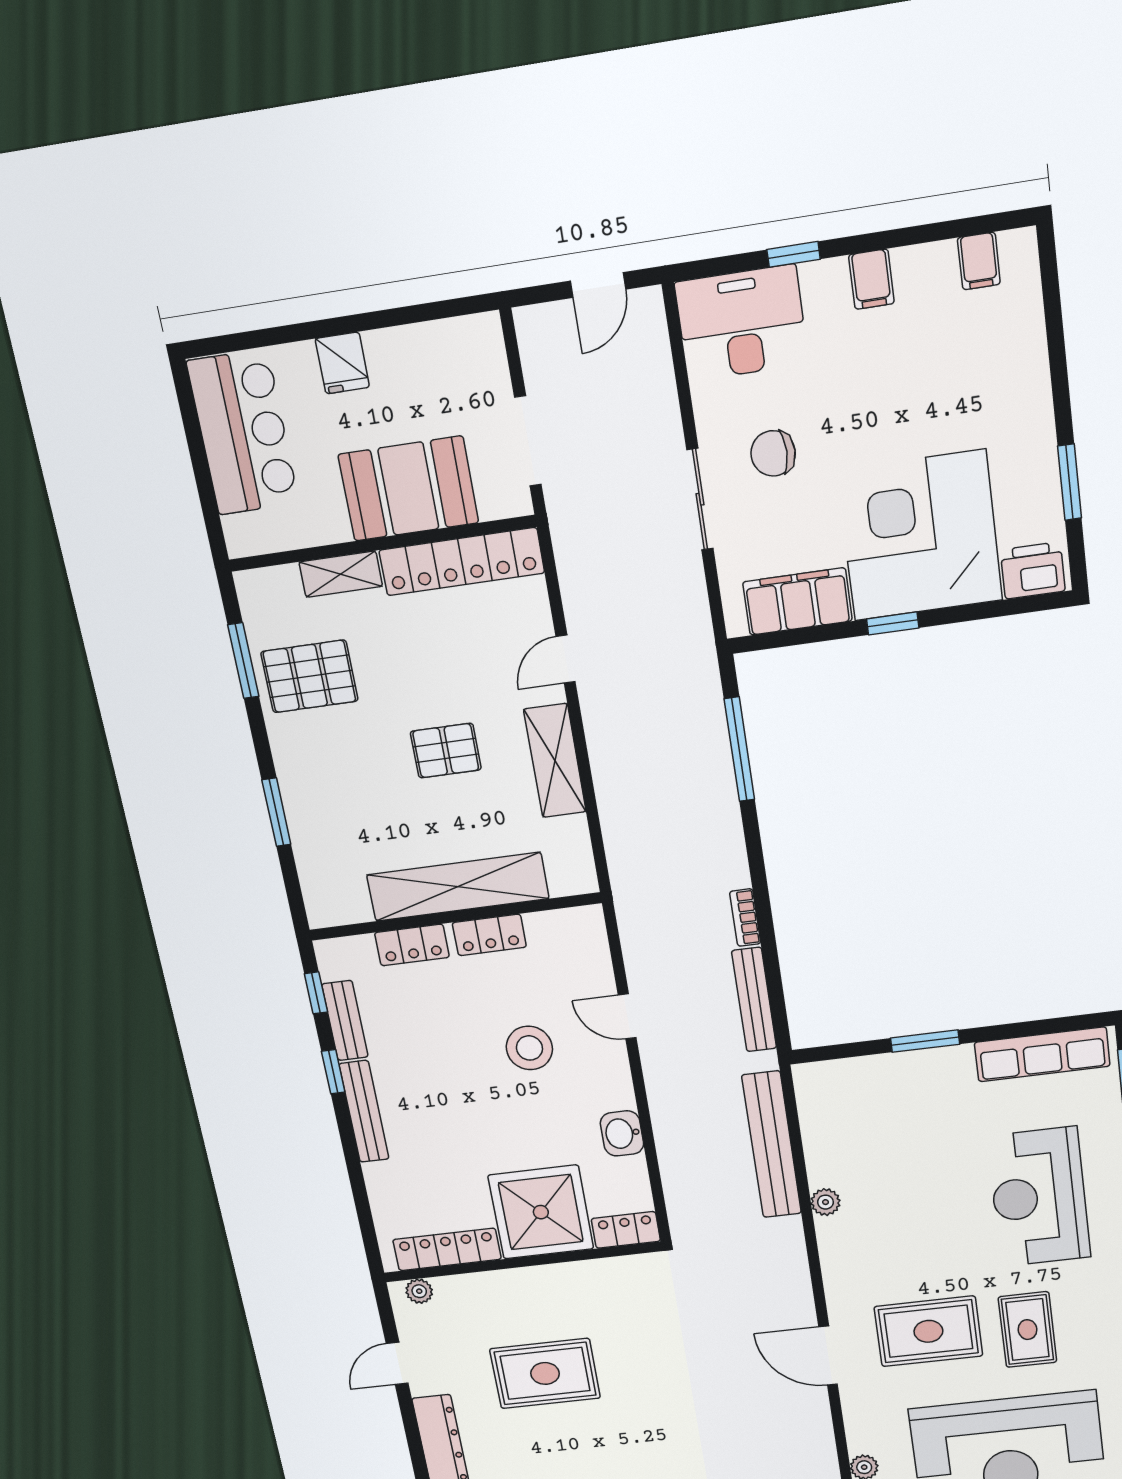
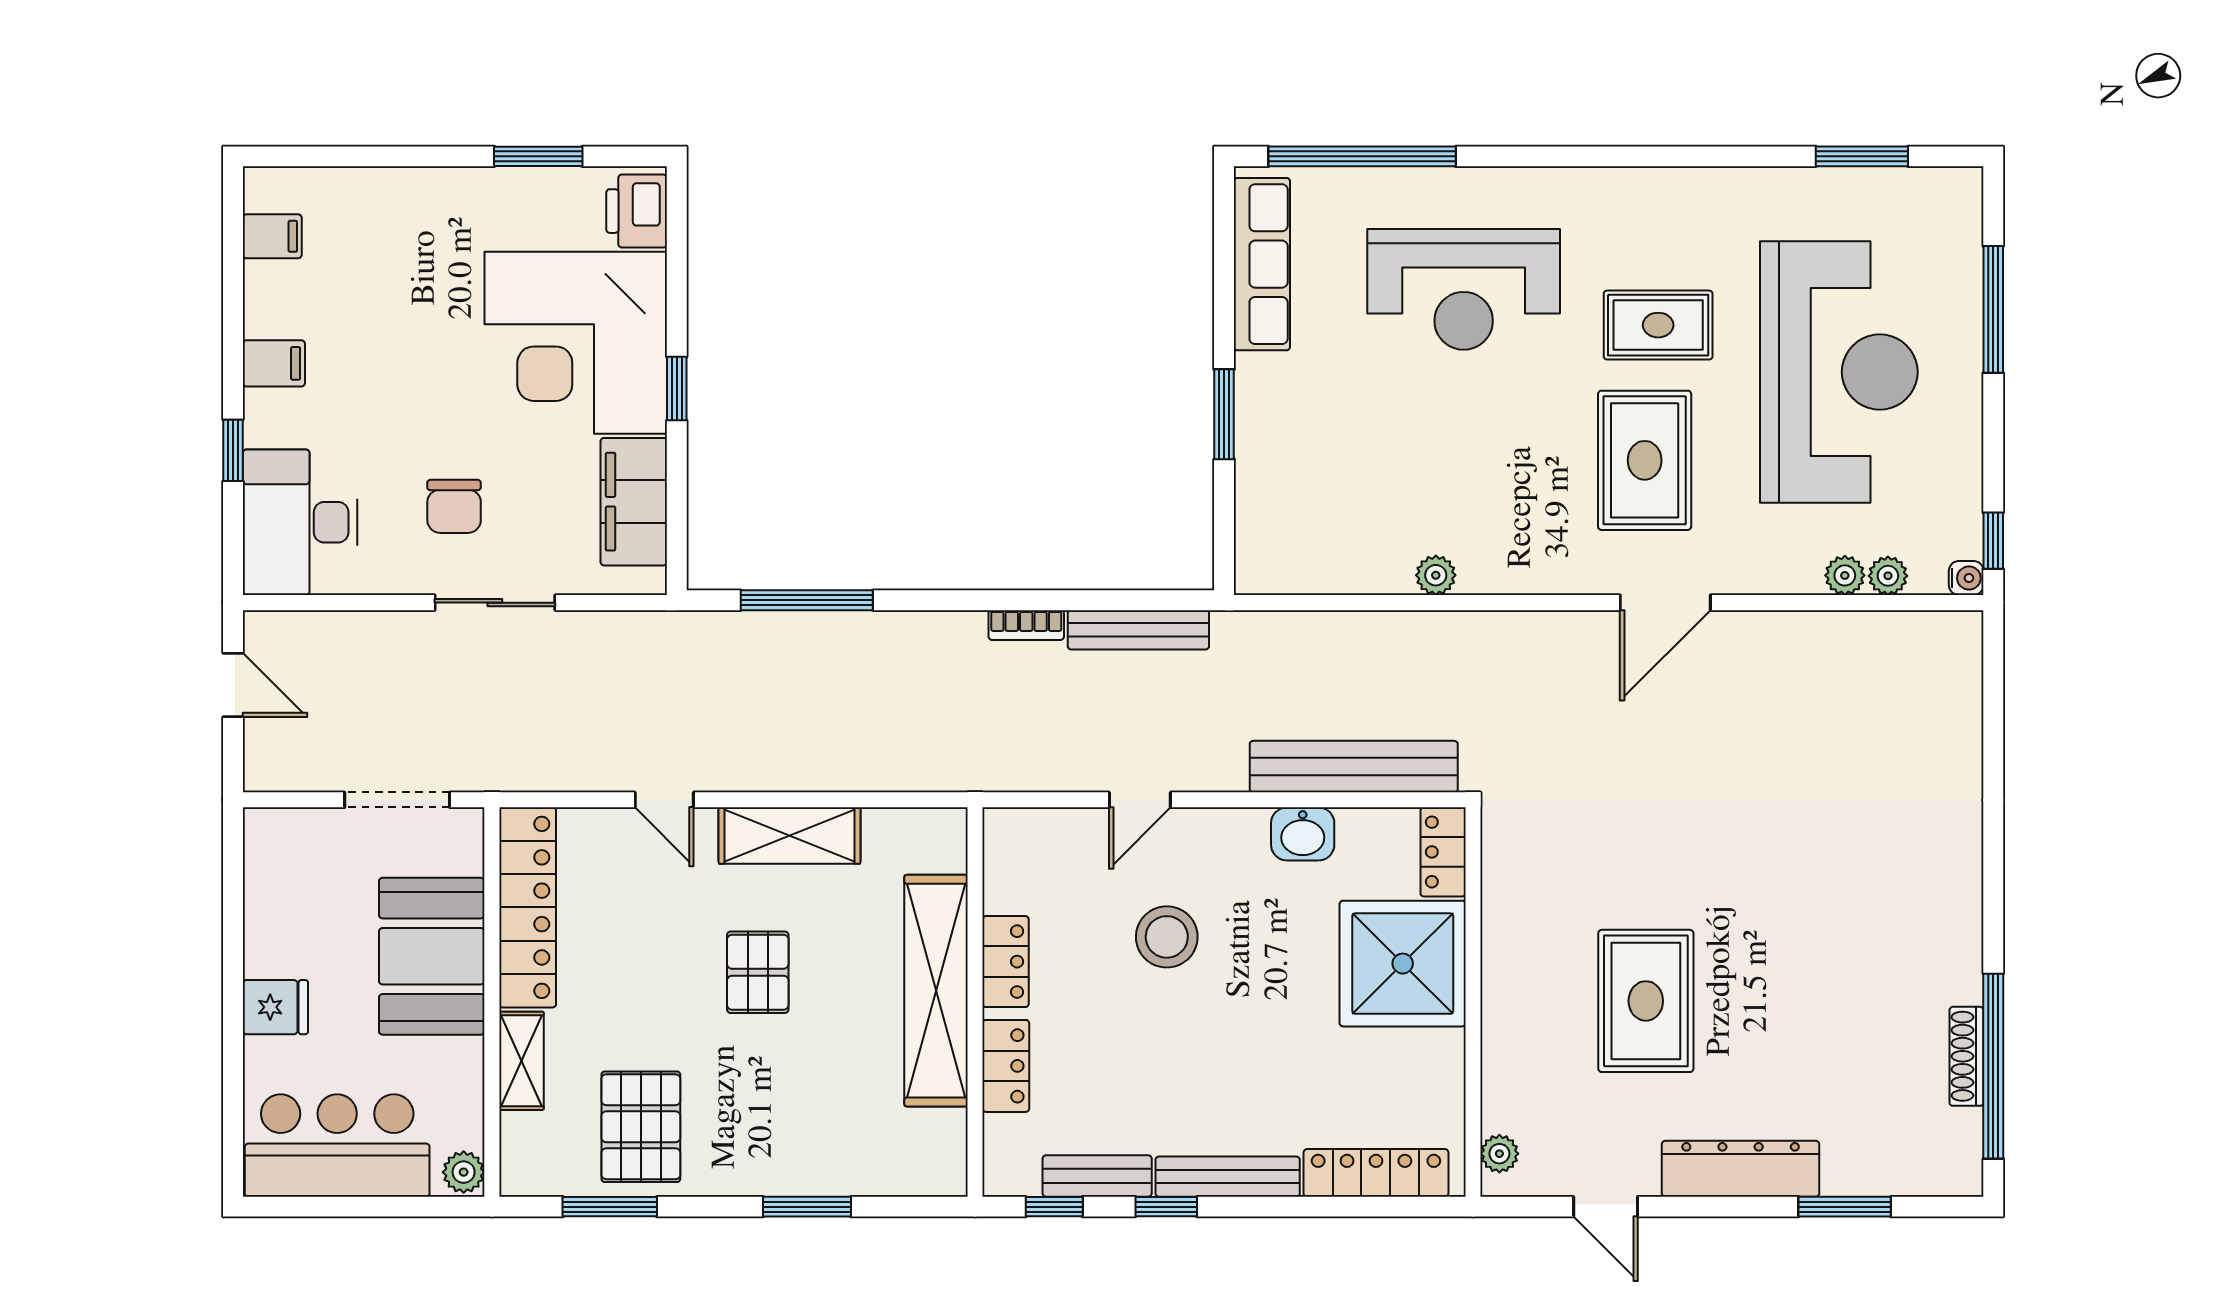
plant: (244, 540) -> (464, 1172), added
bench: (772, 1145) -> (1354, 767), moved
locker: (447, 1249) -> (1376, 1173), moved, turned 90

